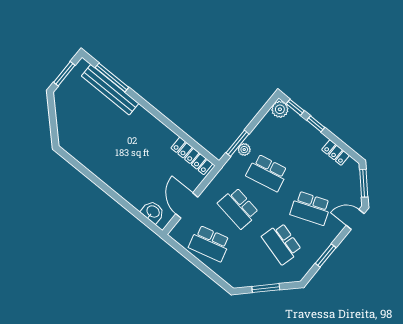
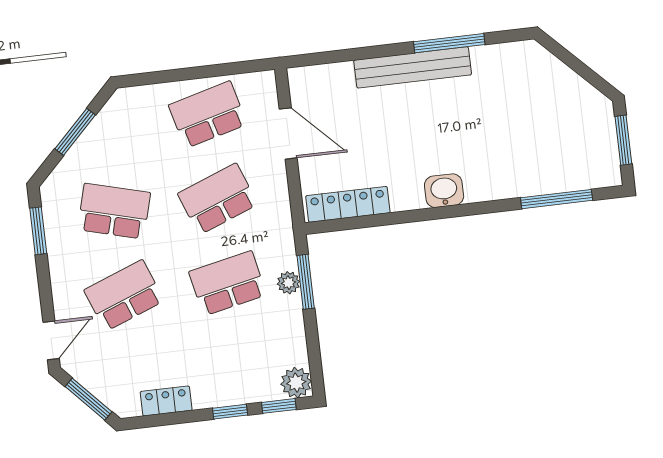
bench: (110, 90) -> (413, 67), moved
window: (92, 177) -> (449, 43), added
school desk: (238, 208) -> (218, 199), turned -30
washbasin: (153, 212) -> (444, 191), moved, turned 180
window: (326, 256) -> (38, 231), moved

